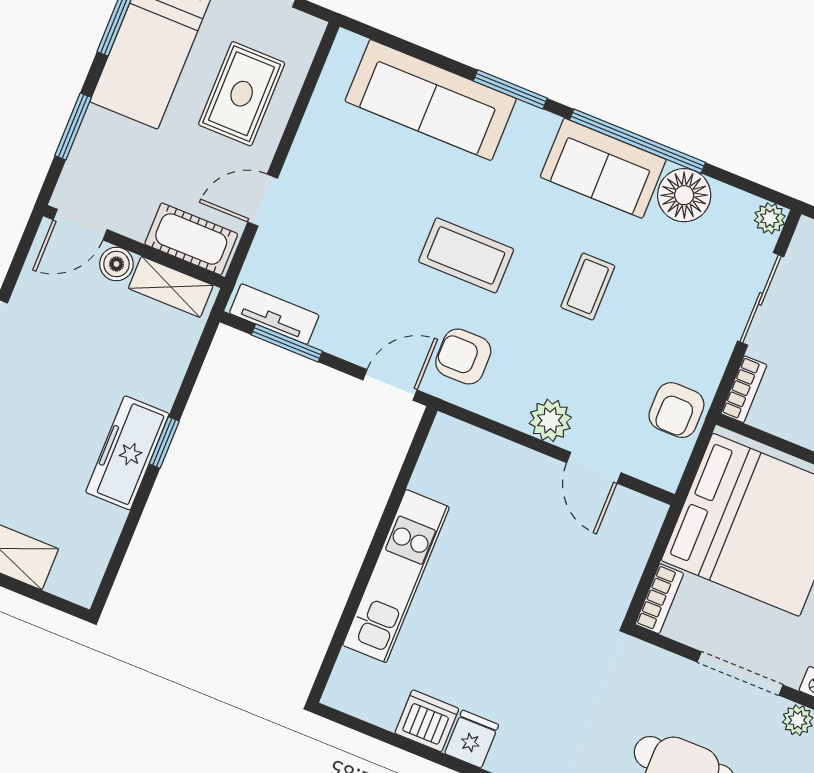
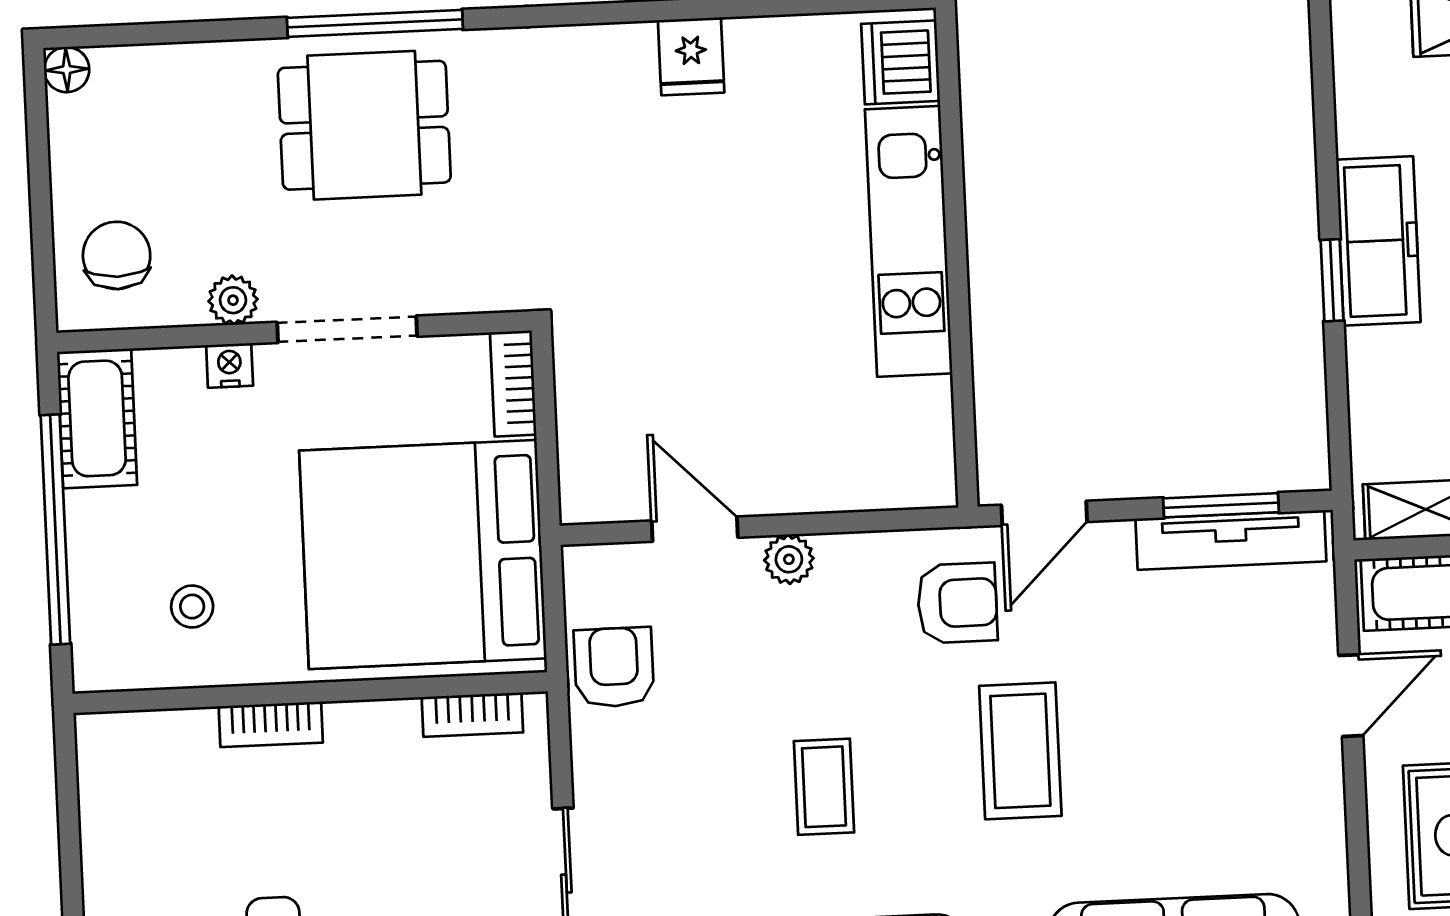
coffee table: (466, 255) -> (1020, 751), turned 90
tv unit: (274, 314) -> (1231, 540), width x1.41
bookcase: (744, 389) -> (472, 715), moved, turned -90
plant: (550, 420) -> (789, 559), width x0.73, depth x0.73
dishwasher: (427, 721) -> (901, 62), moved, turned 90

